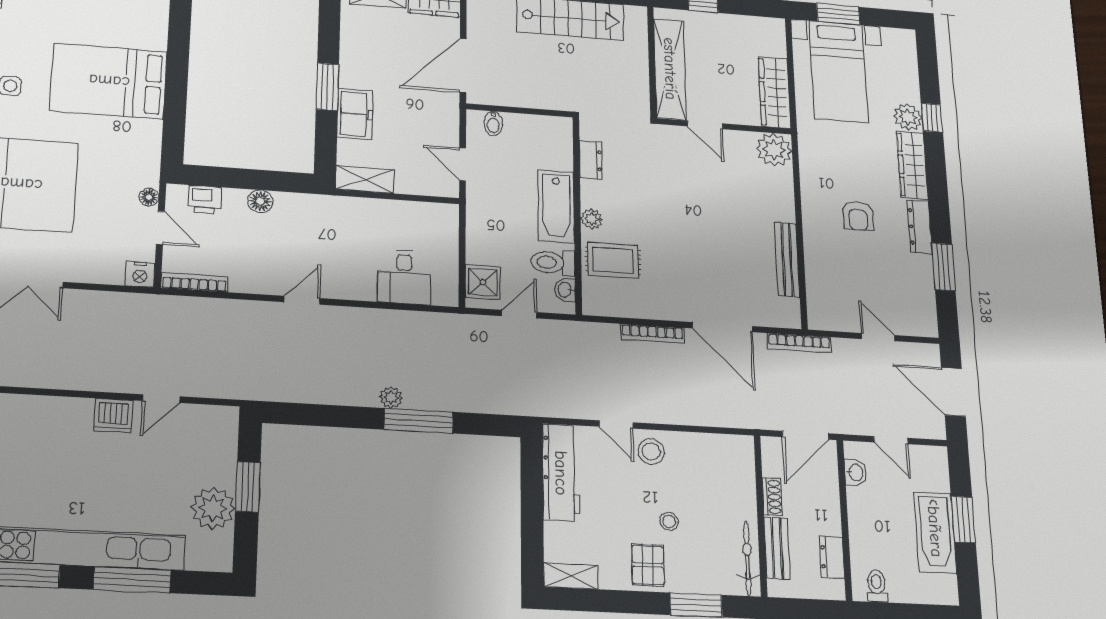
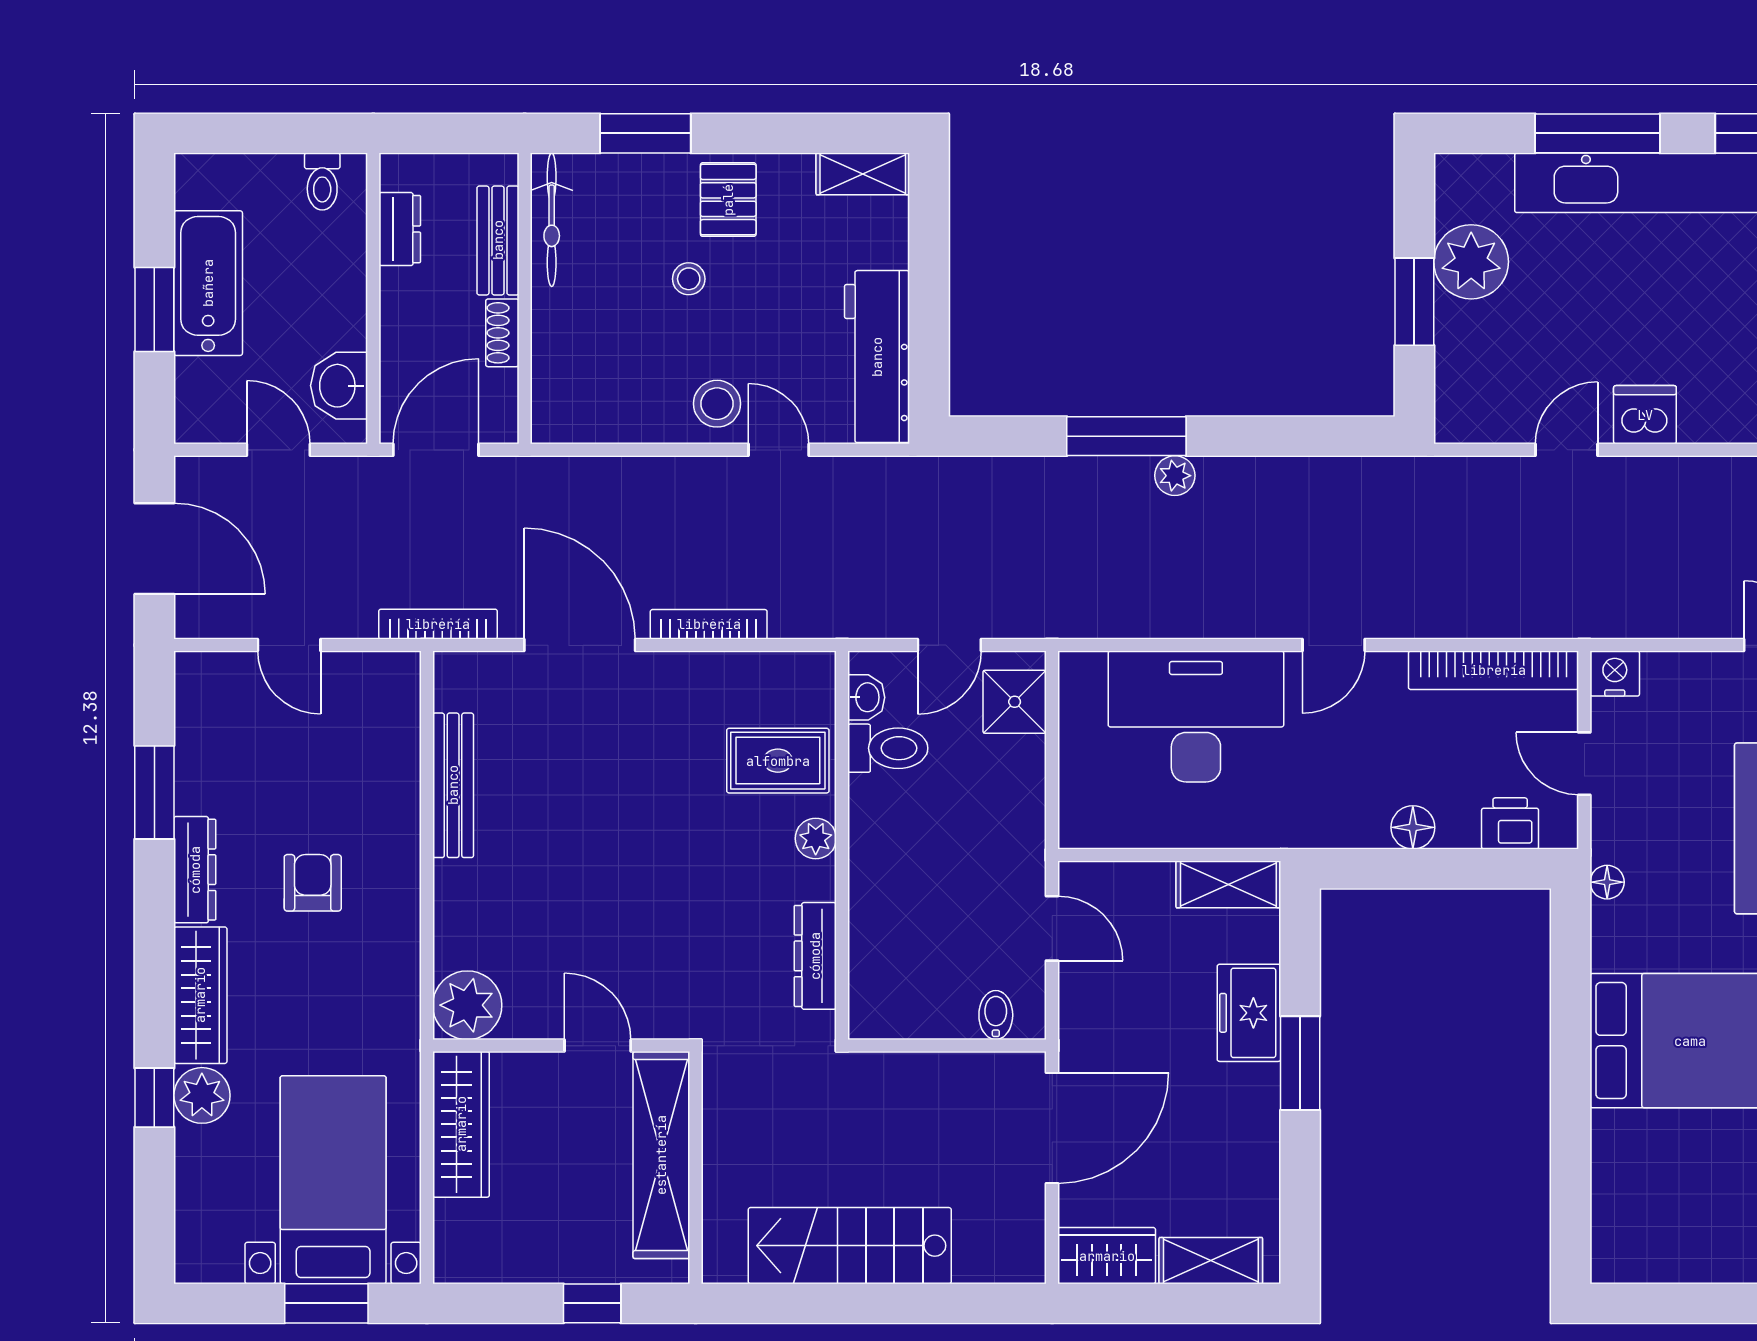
dresser: (591, 160) -> (815, 956), width x1.44
floor lamp: (149, 197) -> (1607, 882), moved
bathtub: (556, 206) -> (881, 859), removed
desk: (404, 277) -> (1196, 717), width x1.87, depth x1.30
bookcase: (194, 282) -> (1494, 670), width x1.48, depth x1.31
washbasin: (855, 473) -> (339, 386), width x1.38, depth x1.45

